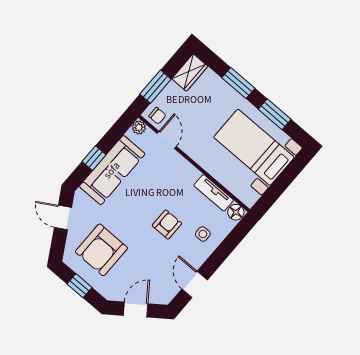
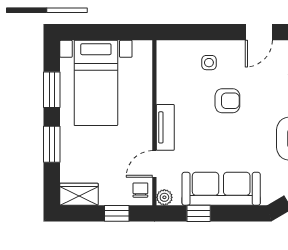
window: (155, 87) -> (117, 213), width x0.67
window: (94, 158) -> (199, 213), moved
tv unit: (214, 193) -> (165, 127), moved
floor lamp: (236, 212) -> (165, 50), removed
armchair: (167, 224) -> (227, 101), turned 180

